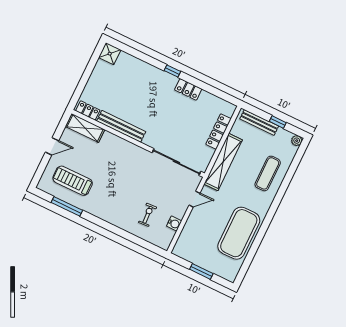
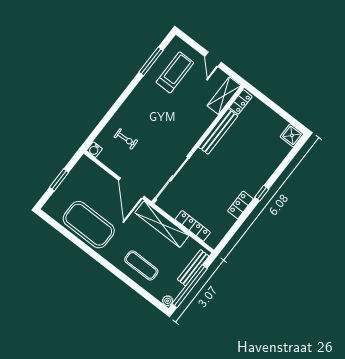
window: (278, 122) -> (190, 286), width x3.17
door: (194, 199) -> (131, 188), width x1.88
water cooler: (174, 224) -> (94, 150), moved

